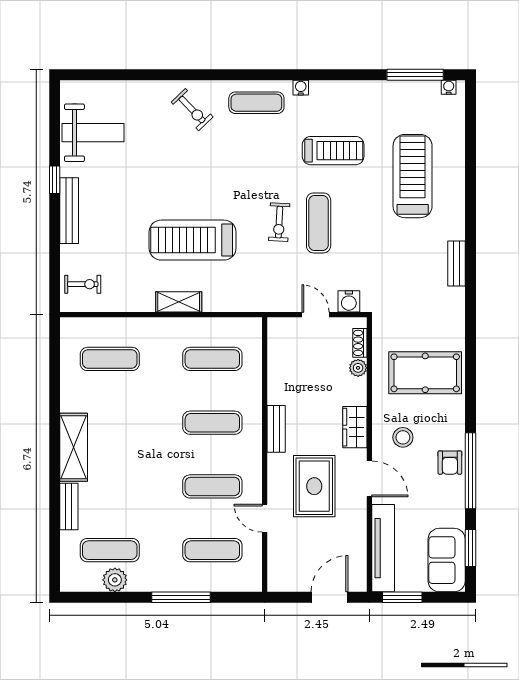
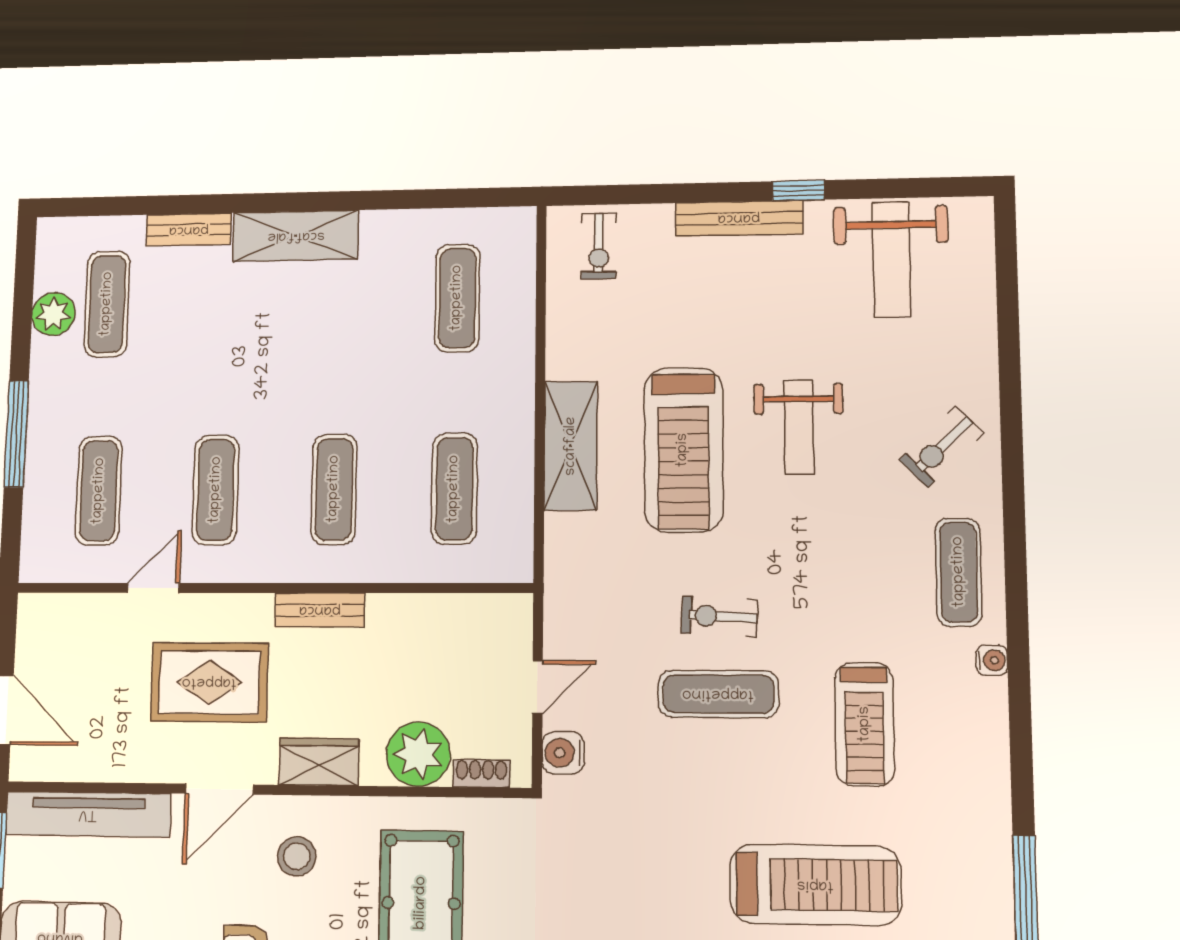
weight bench: (181, 181) -> (799, 427), added
treadmill: (193, 240) -> (683, 450), turned 180
shelving: (179, 302) -> (571, 446), width x1.50, depth x1.33
plant: (358, 368) -> (418, 754), width x1.88, depth x1.88

